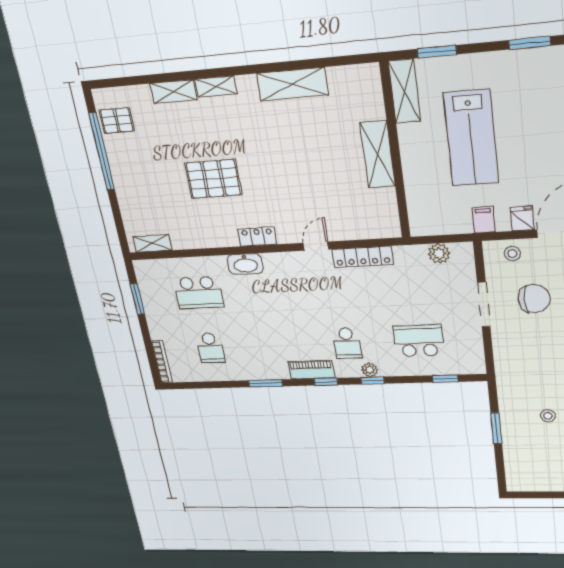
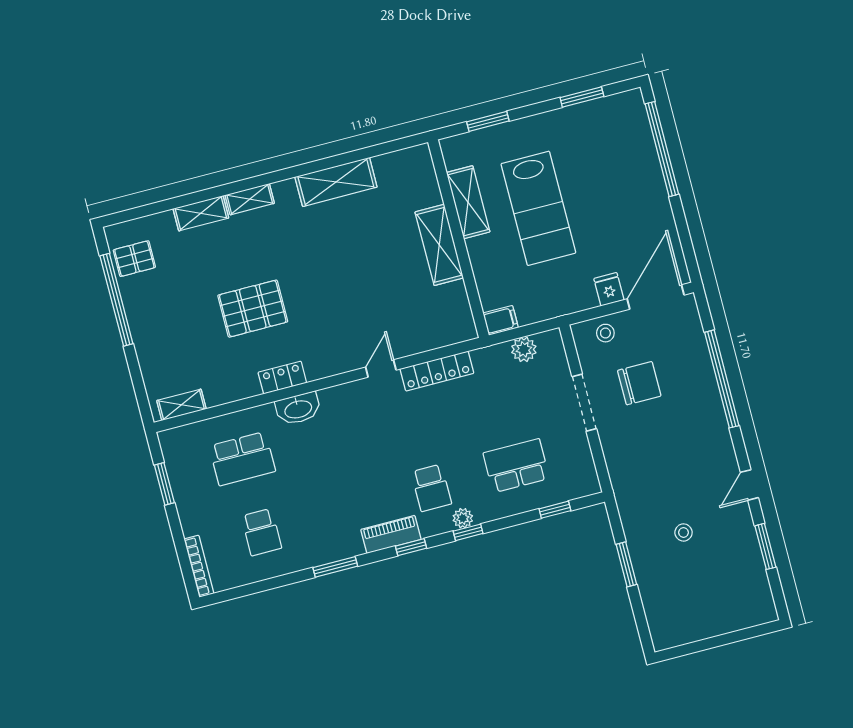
shelving: (404, 91) -> (468, 202), moved
filing cabinet: (484, 220) -> (501, 320), moved, turned 90
locker: (257, 237) -> (282, 377), moved

